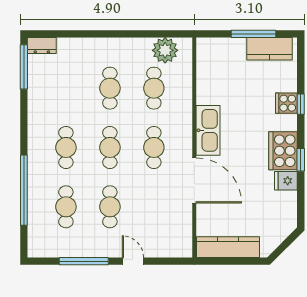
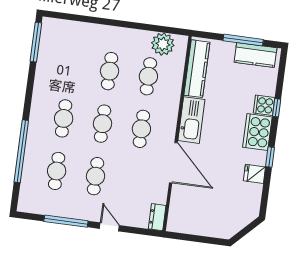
dresser: (42, 46) -> (157, 217), moved, turned 90
cooker: (283, 151) -> (257, 132), moved
kitchen counter: (228, 247) -> (197, 69), moved, turned 90

